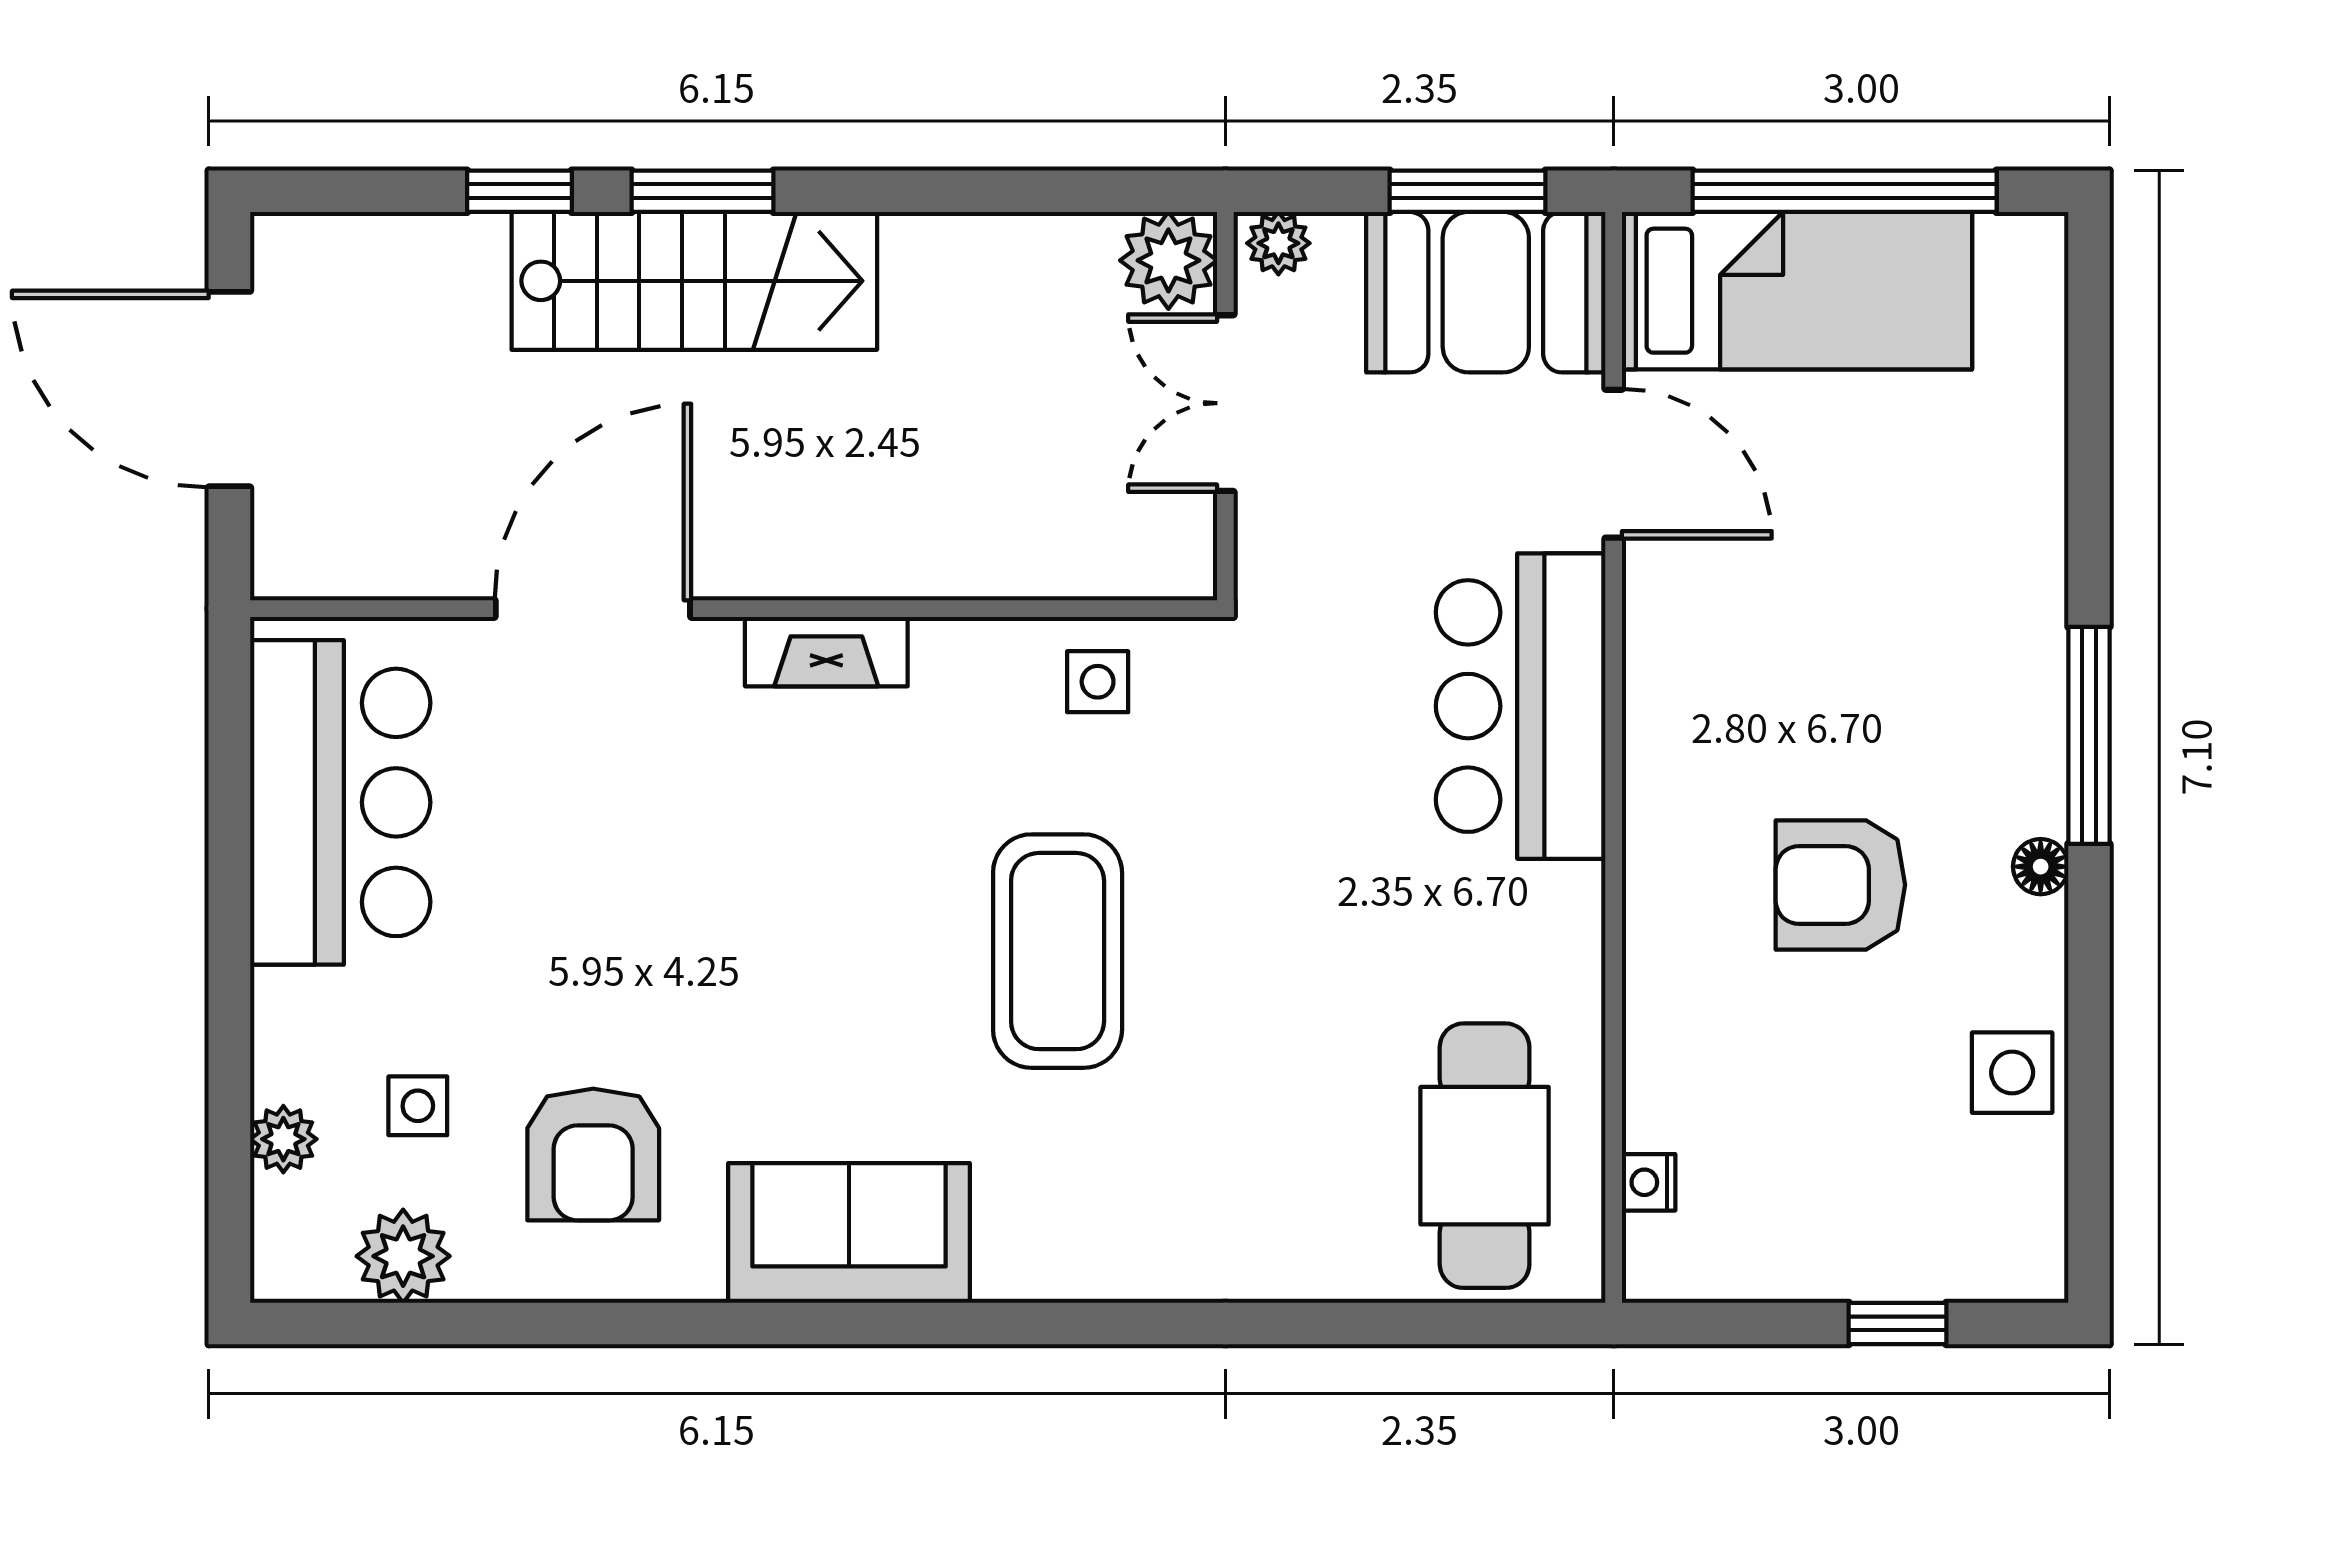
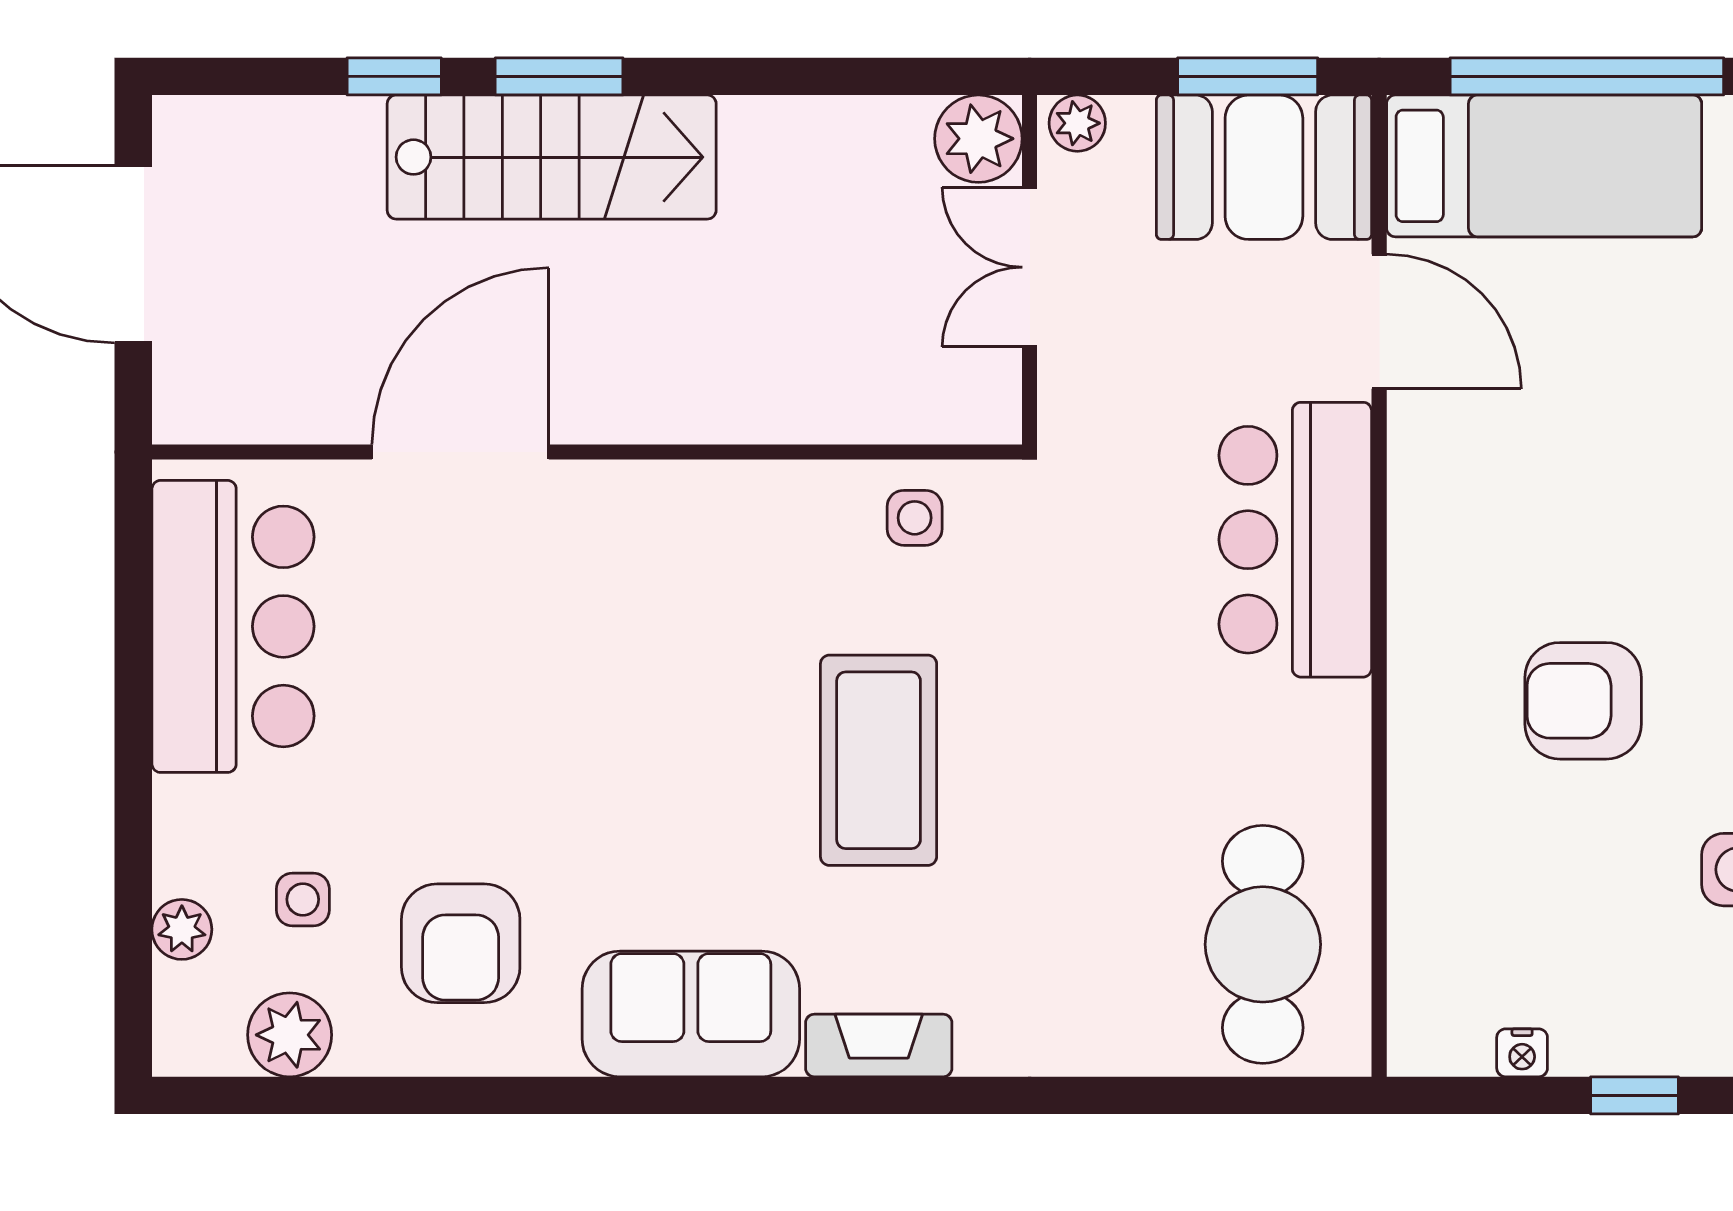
fireplace: (826, 652) -> (879, 1046), moved, turned 180
nightstand: (1649, 1182) -> (1522, 1053), moved, turned -90

